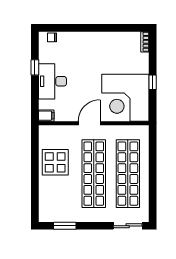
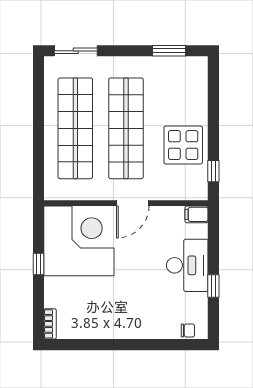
window: (35, 145) -> (213, 171), added

